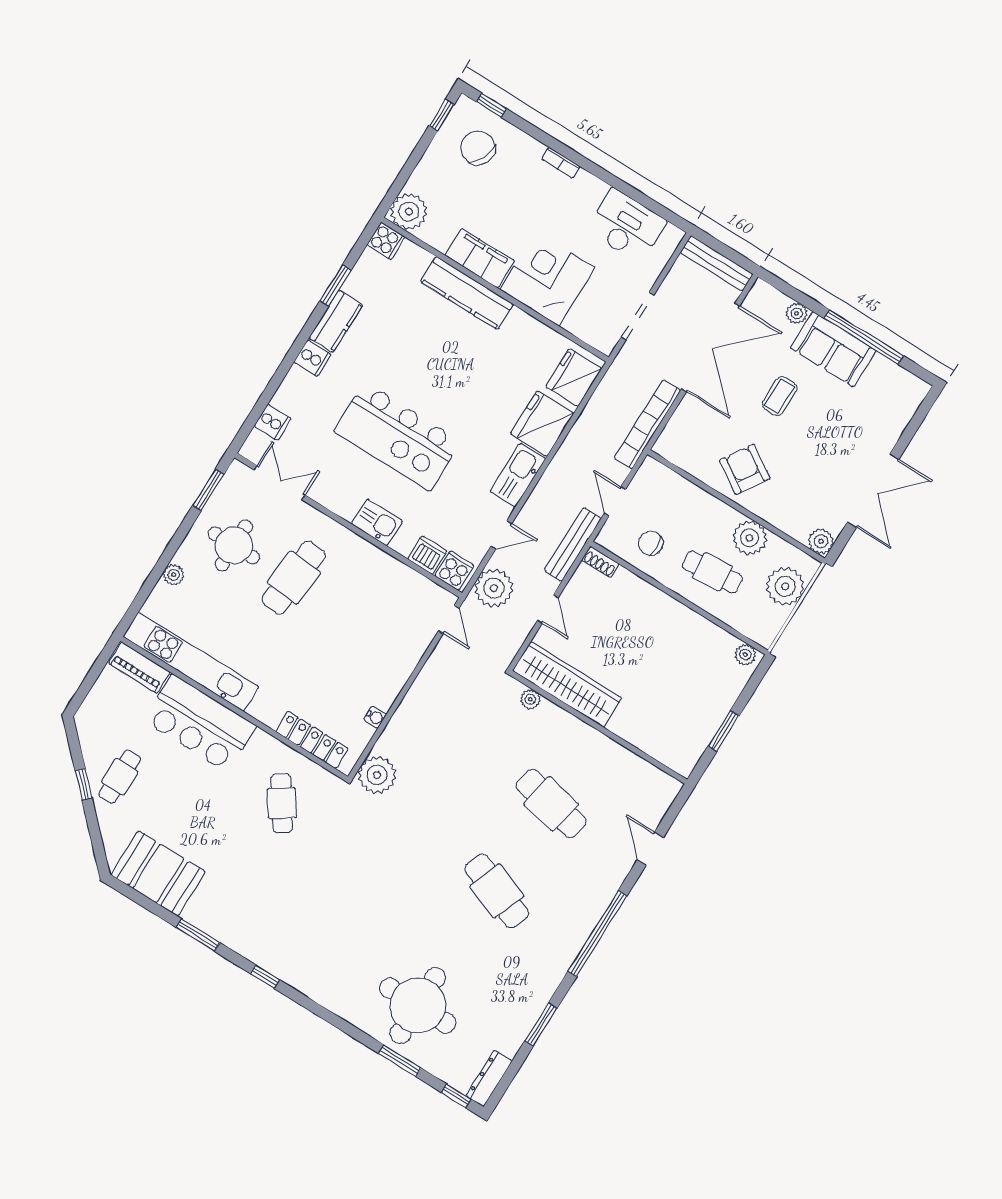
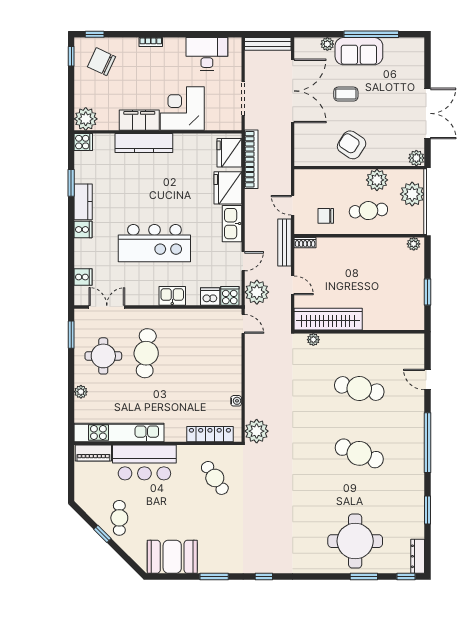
coffee table: (780, 396) -> (346, 94), turned 90
bookcase: (648, 424) -> (251, 159), moved, turned 180

